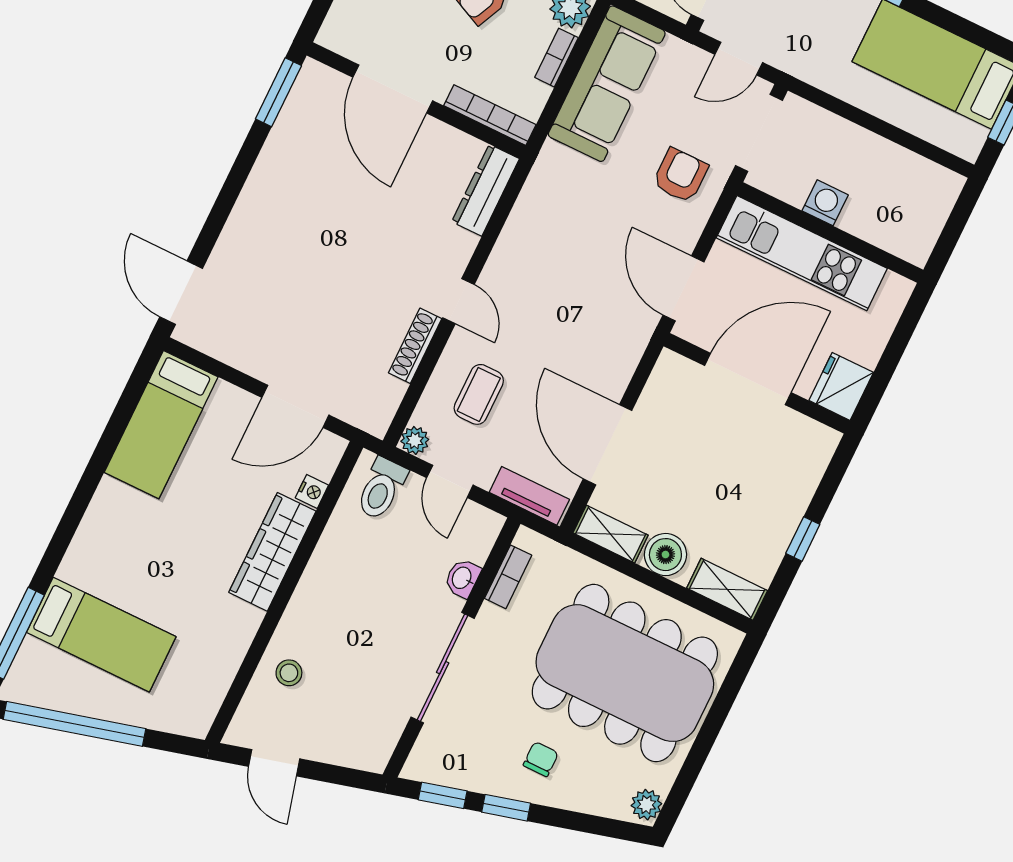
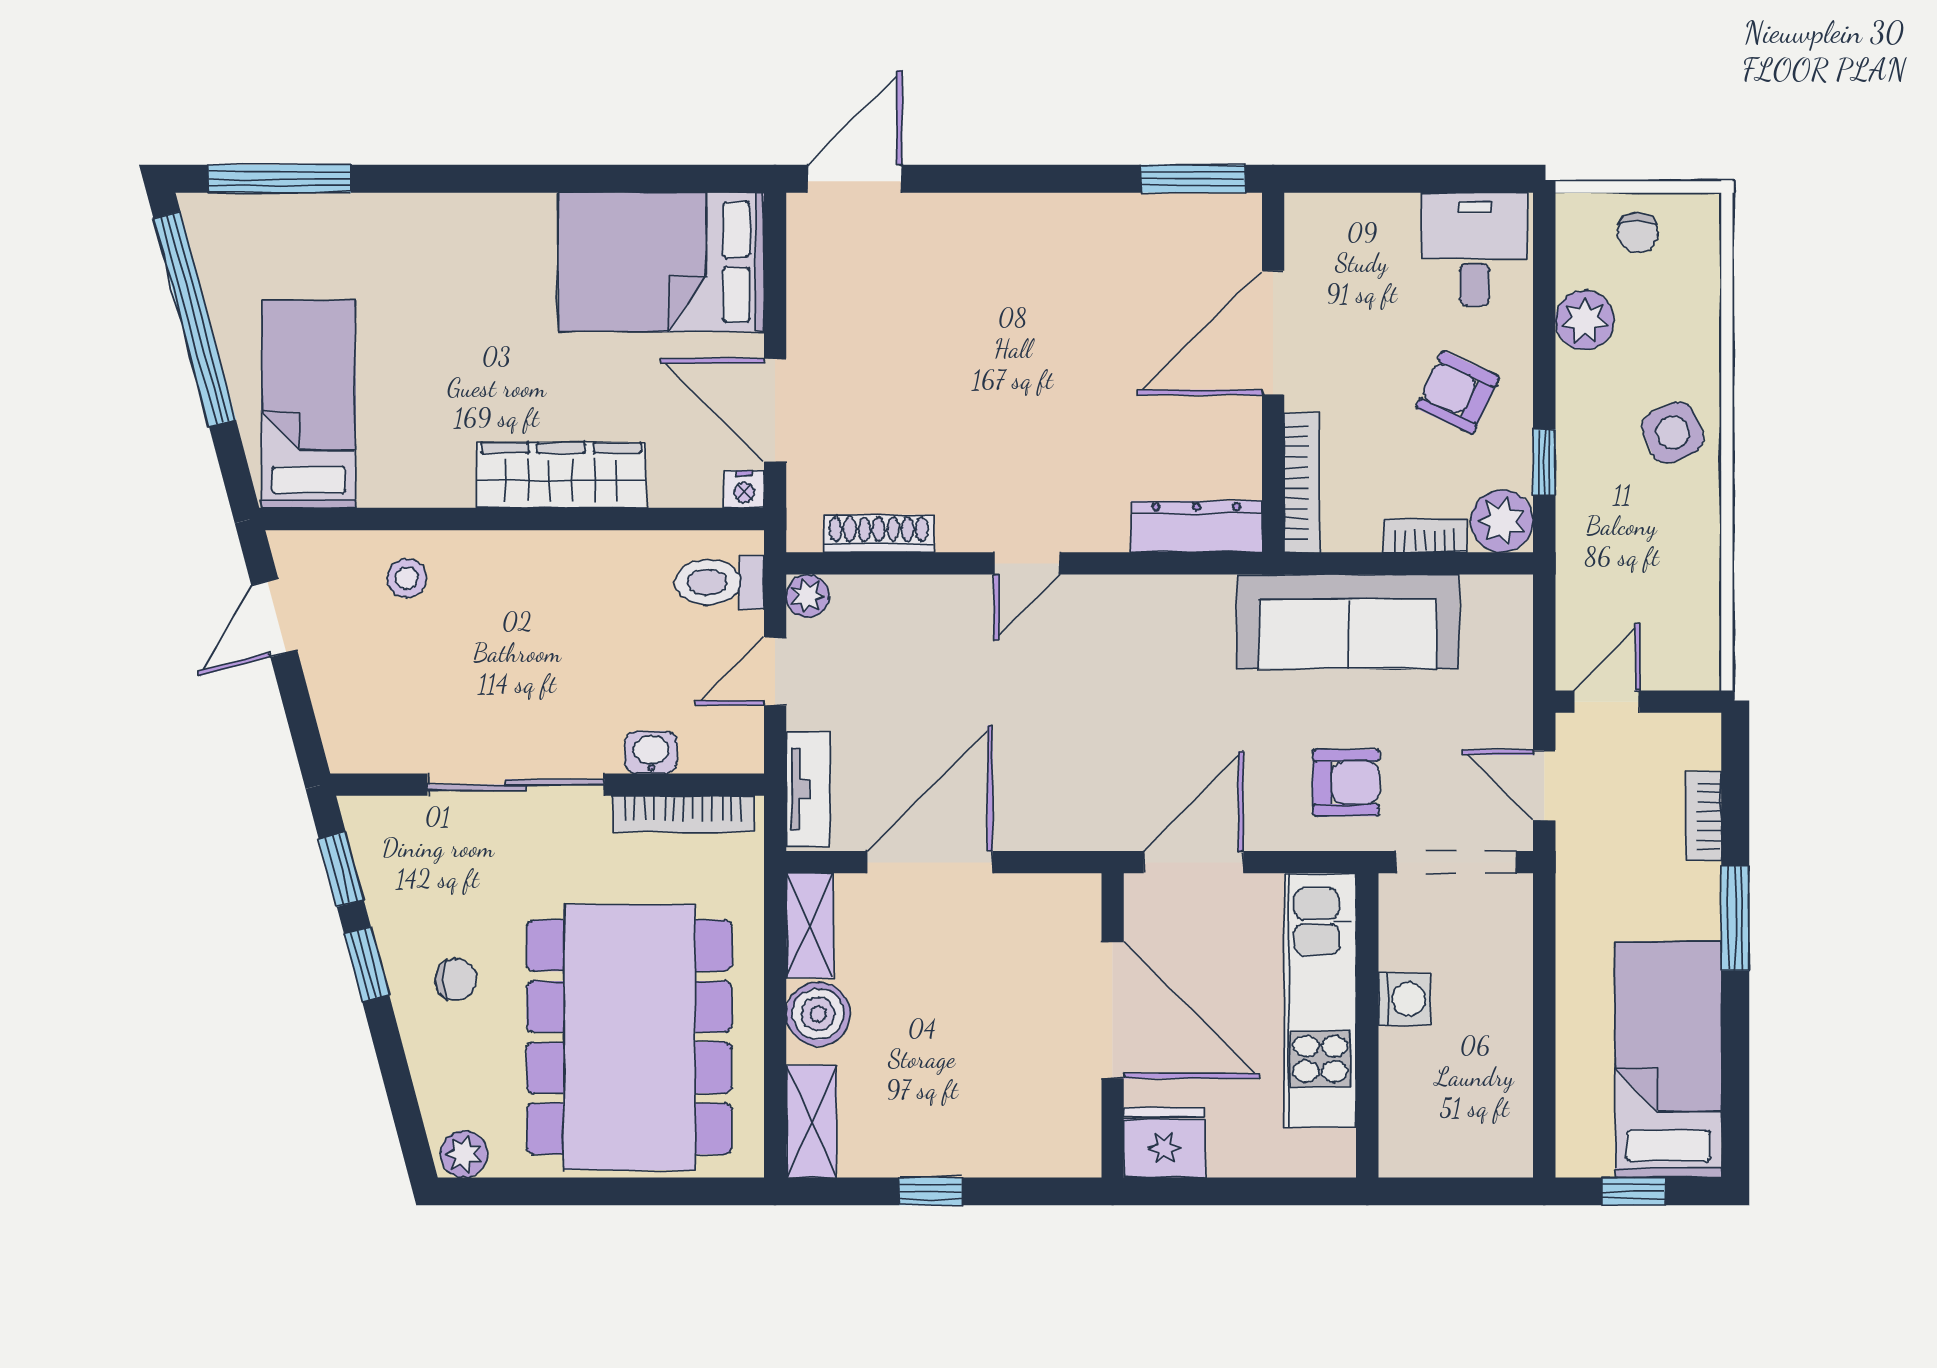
sofa: (607, 84) -> (1348, 621), moved
shoe rack: (415, 346) -> (879, 534), moved
coffee table: (479, 394) -> (913, 653), removed
bed: (161, 425) -> (661, 262), width x1.50
nightstand: (312, 491) -> (744, 489), moved
bookcase: (508, 577) -> (683, 814), width x1.56
bed: (101, 635) -> (309, 404), moved, turned 180

